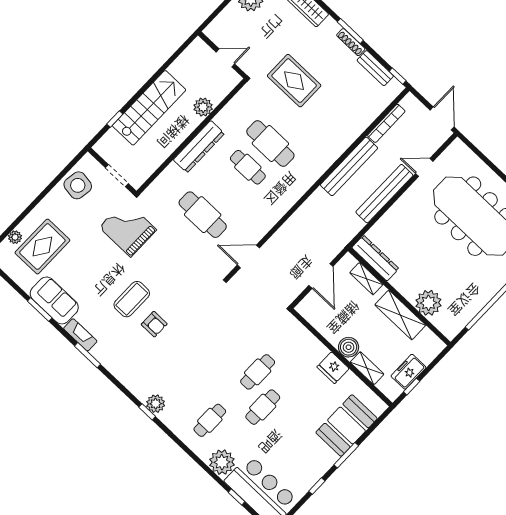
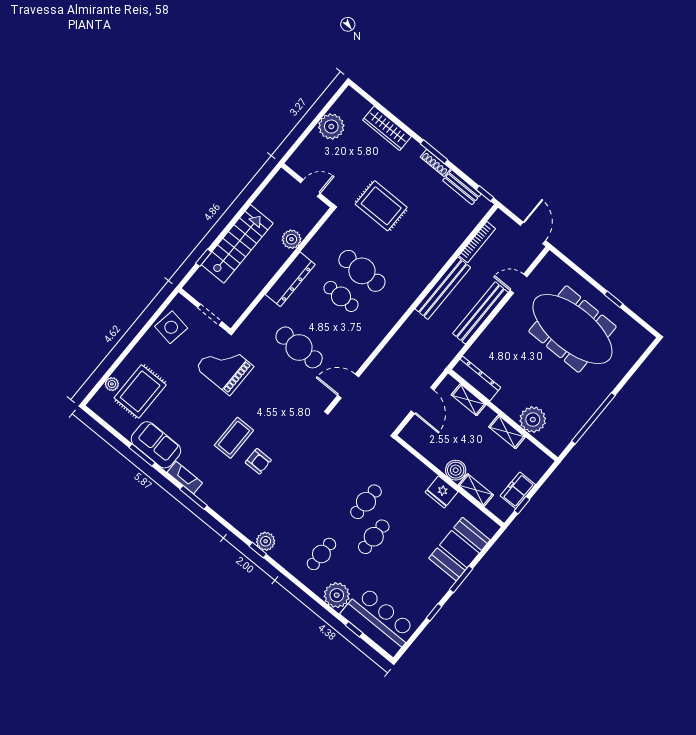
shelving: (400, 315) -> (507, 432), width x0.67, depth x0.75

